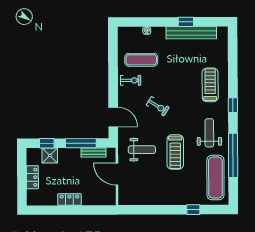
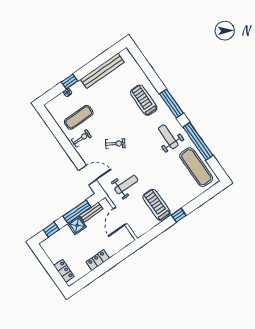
window: (186, 22) -> (70, 82), moved
window: (233, 105) -> (171, 104), width x2.17
treadmill: (175, 152) -> (157, 205), moved, turned 180
shower: (50, 156) -> (77, 225), moved
door: (117, 174) -> (120, 216), hinge flipped
locker: (32, 177) -> (64, 271), moved
window: (193, 210) -> (179, 215), moved

